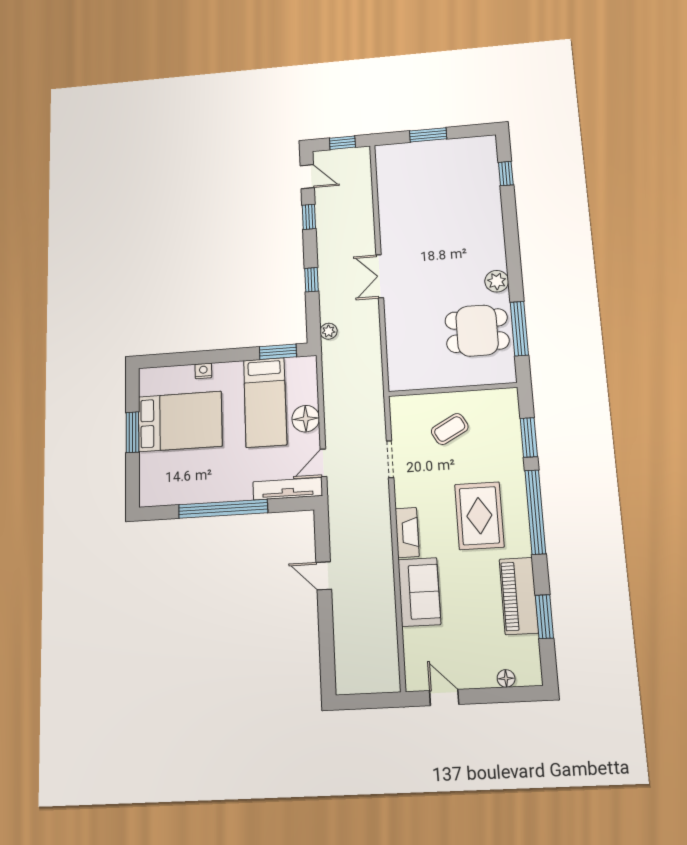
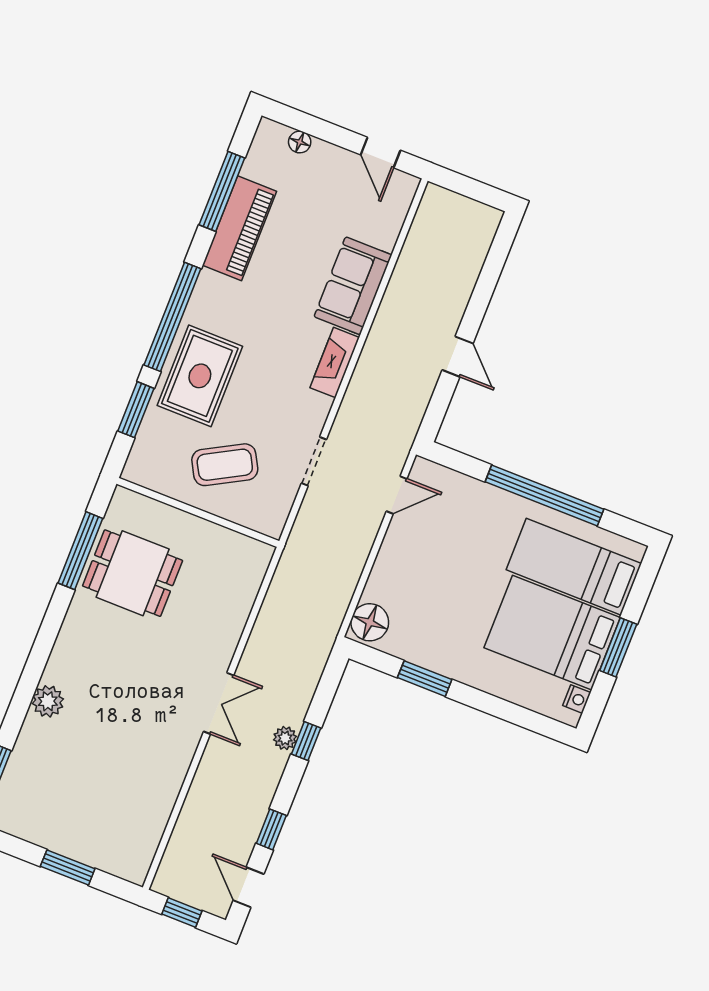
plant: (497, 281) -> (48, 701), moved
plant: (329, 331) -> (285, 738), moved
window: (278, 352) -> (425, 679), moved
nightstand: (203, 371) -> (577, 699), moved, turned -90
bed: (265, 402) -> (574, 567), moved, turned -90
floor lamp: (306, 419) -> (370, 622), moved
coffee table: (450, 429) -> (225, 465), width x1.36, depth x1.30
tv unit: (288, 489) -> (455, 483), removed
rug: (479, 516) -> (200, 376), moved
window: (544, 617) -> (222, 191), width x1.44

